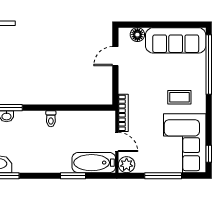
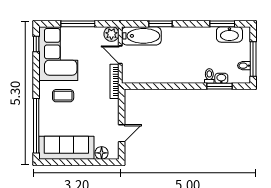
toilet: (51, 119) -> (209, 76), moved

